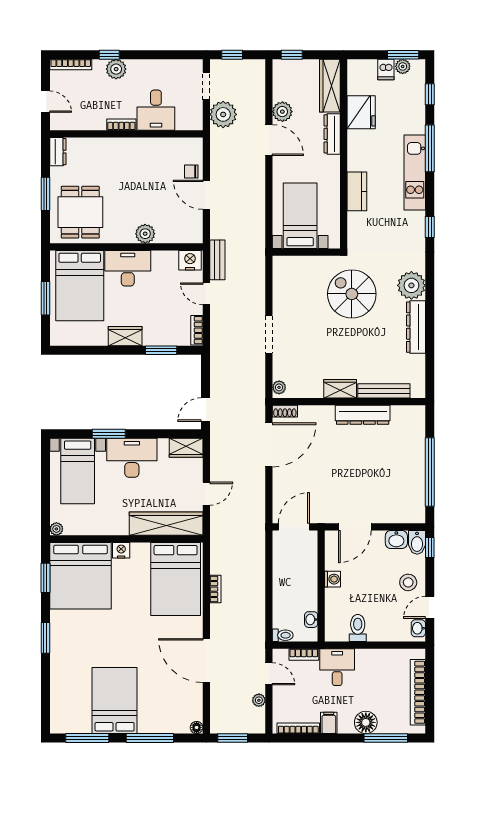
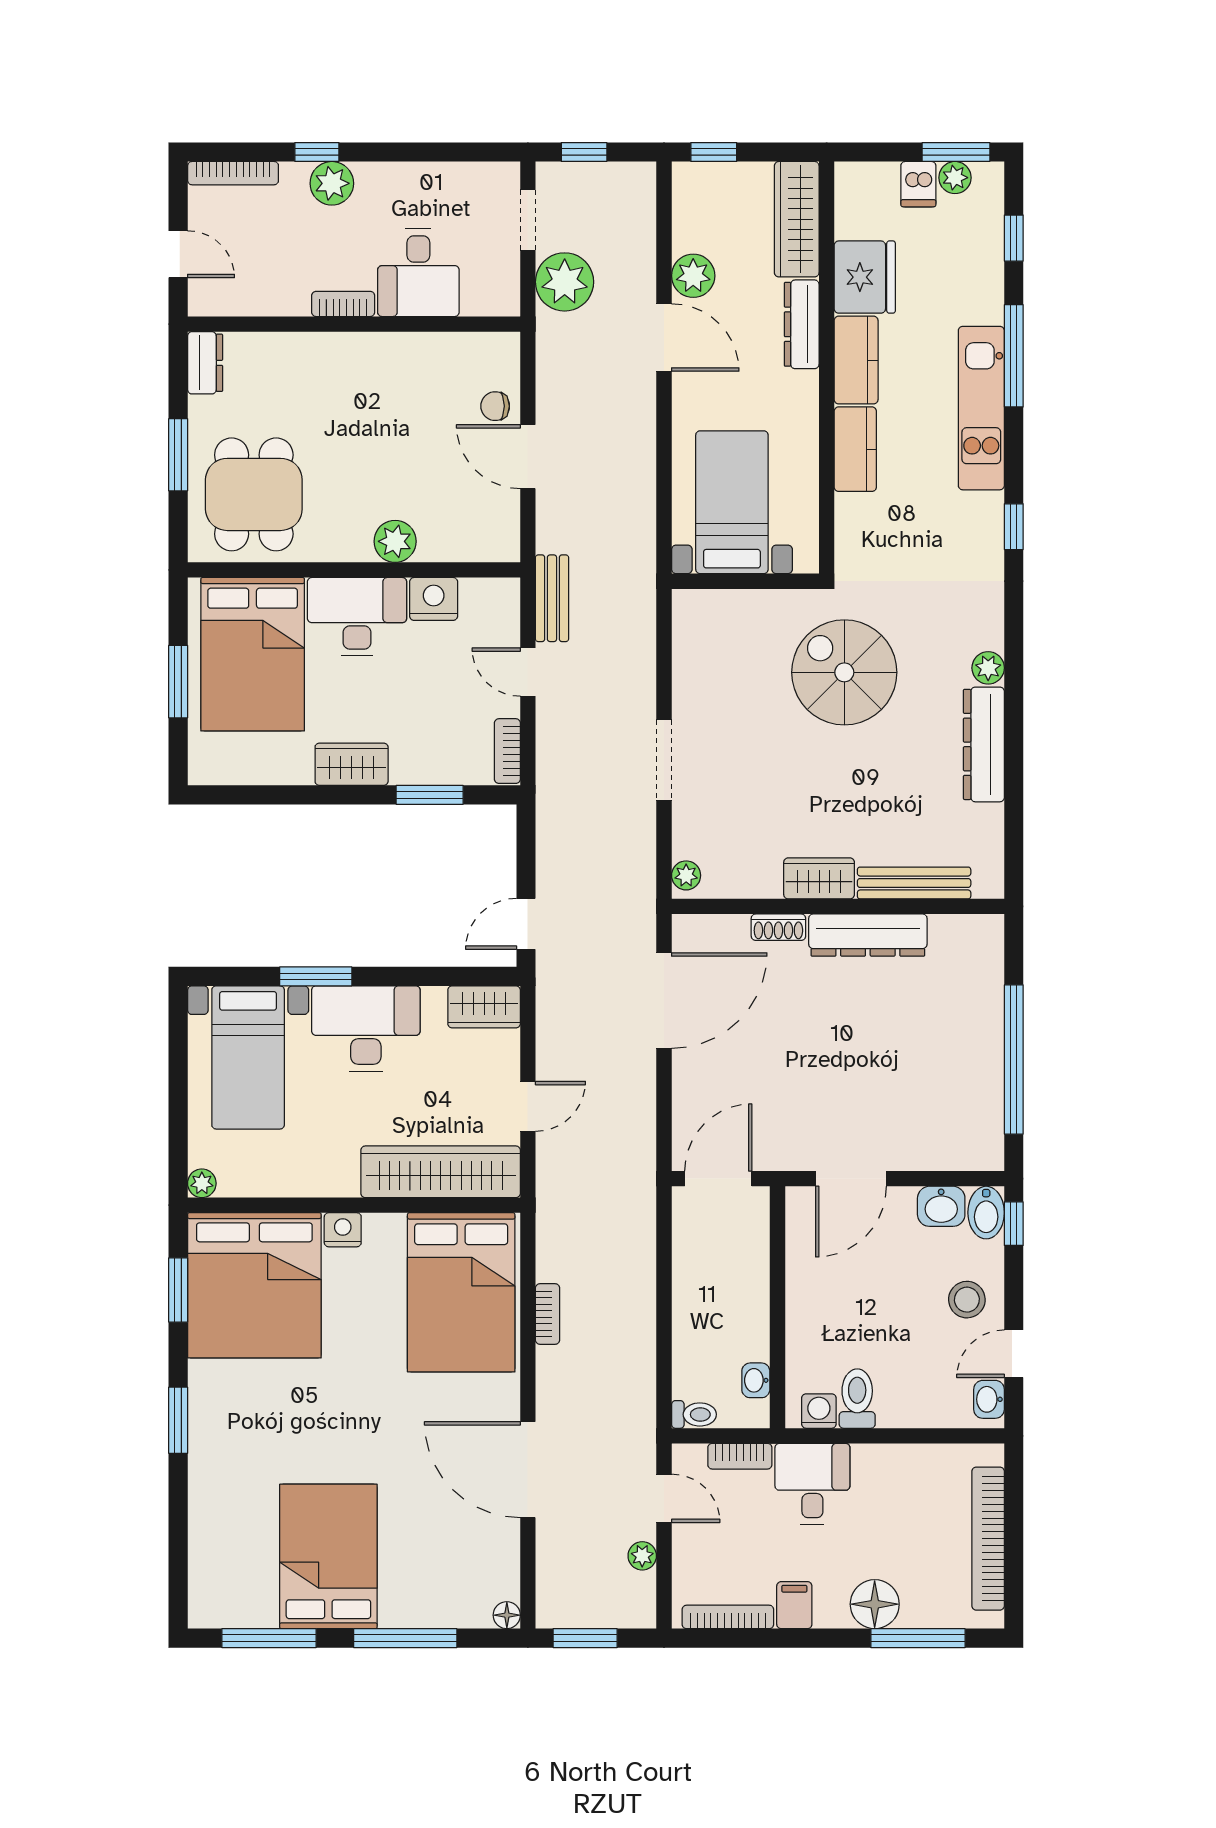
kitchen counter: (357, 150) -> (856, 360), added
nightstand: (190, 260) -> (434, 599), moved
plant: (411, 285) -> (988, 668), width x0.53, depth x0.53
shoe rack: (285, 411) -> (778, 927), moved
washing machine: (332, 579) -> (819, 1411), moved, turned -90

